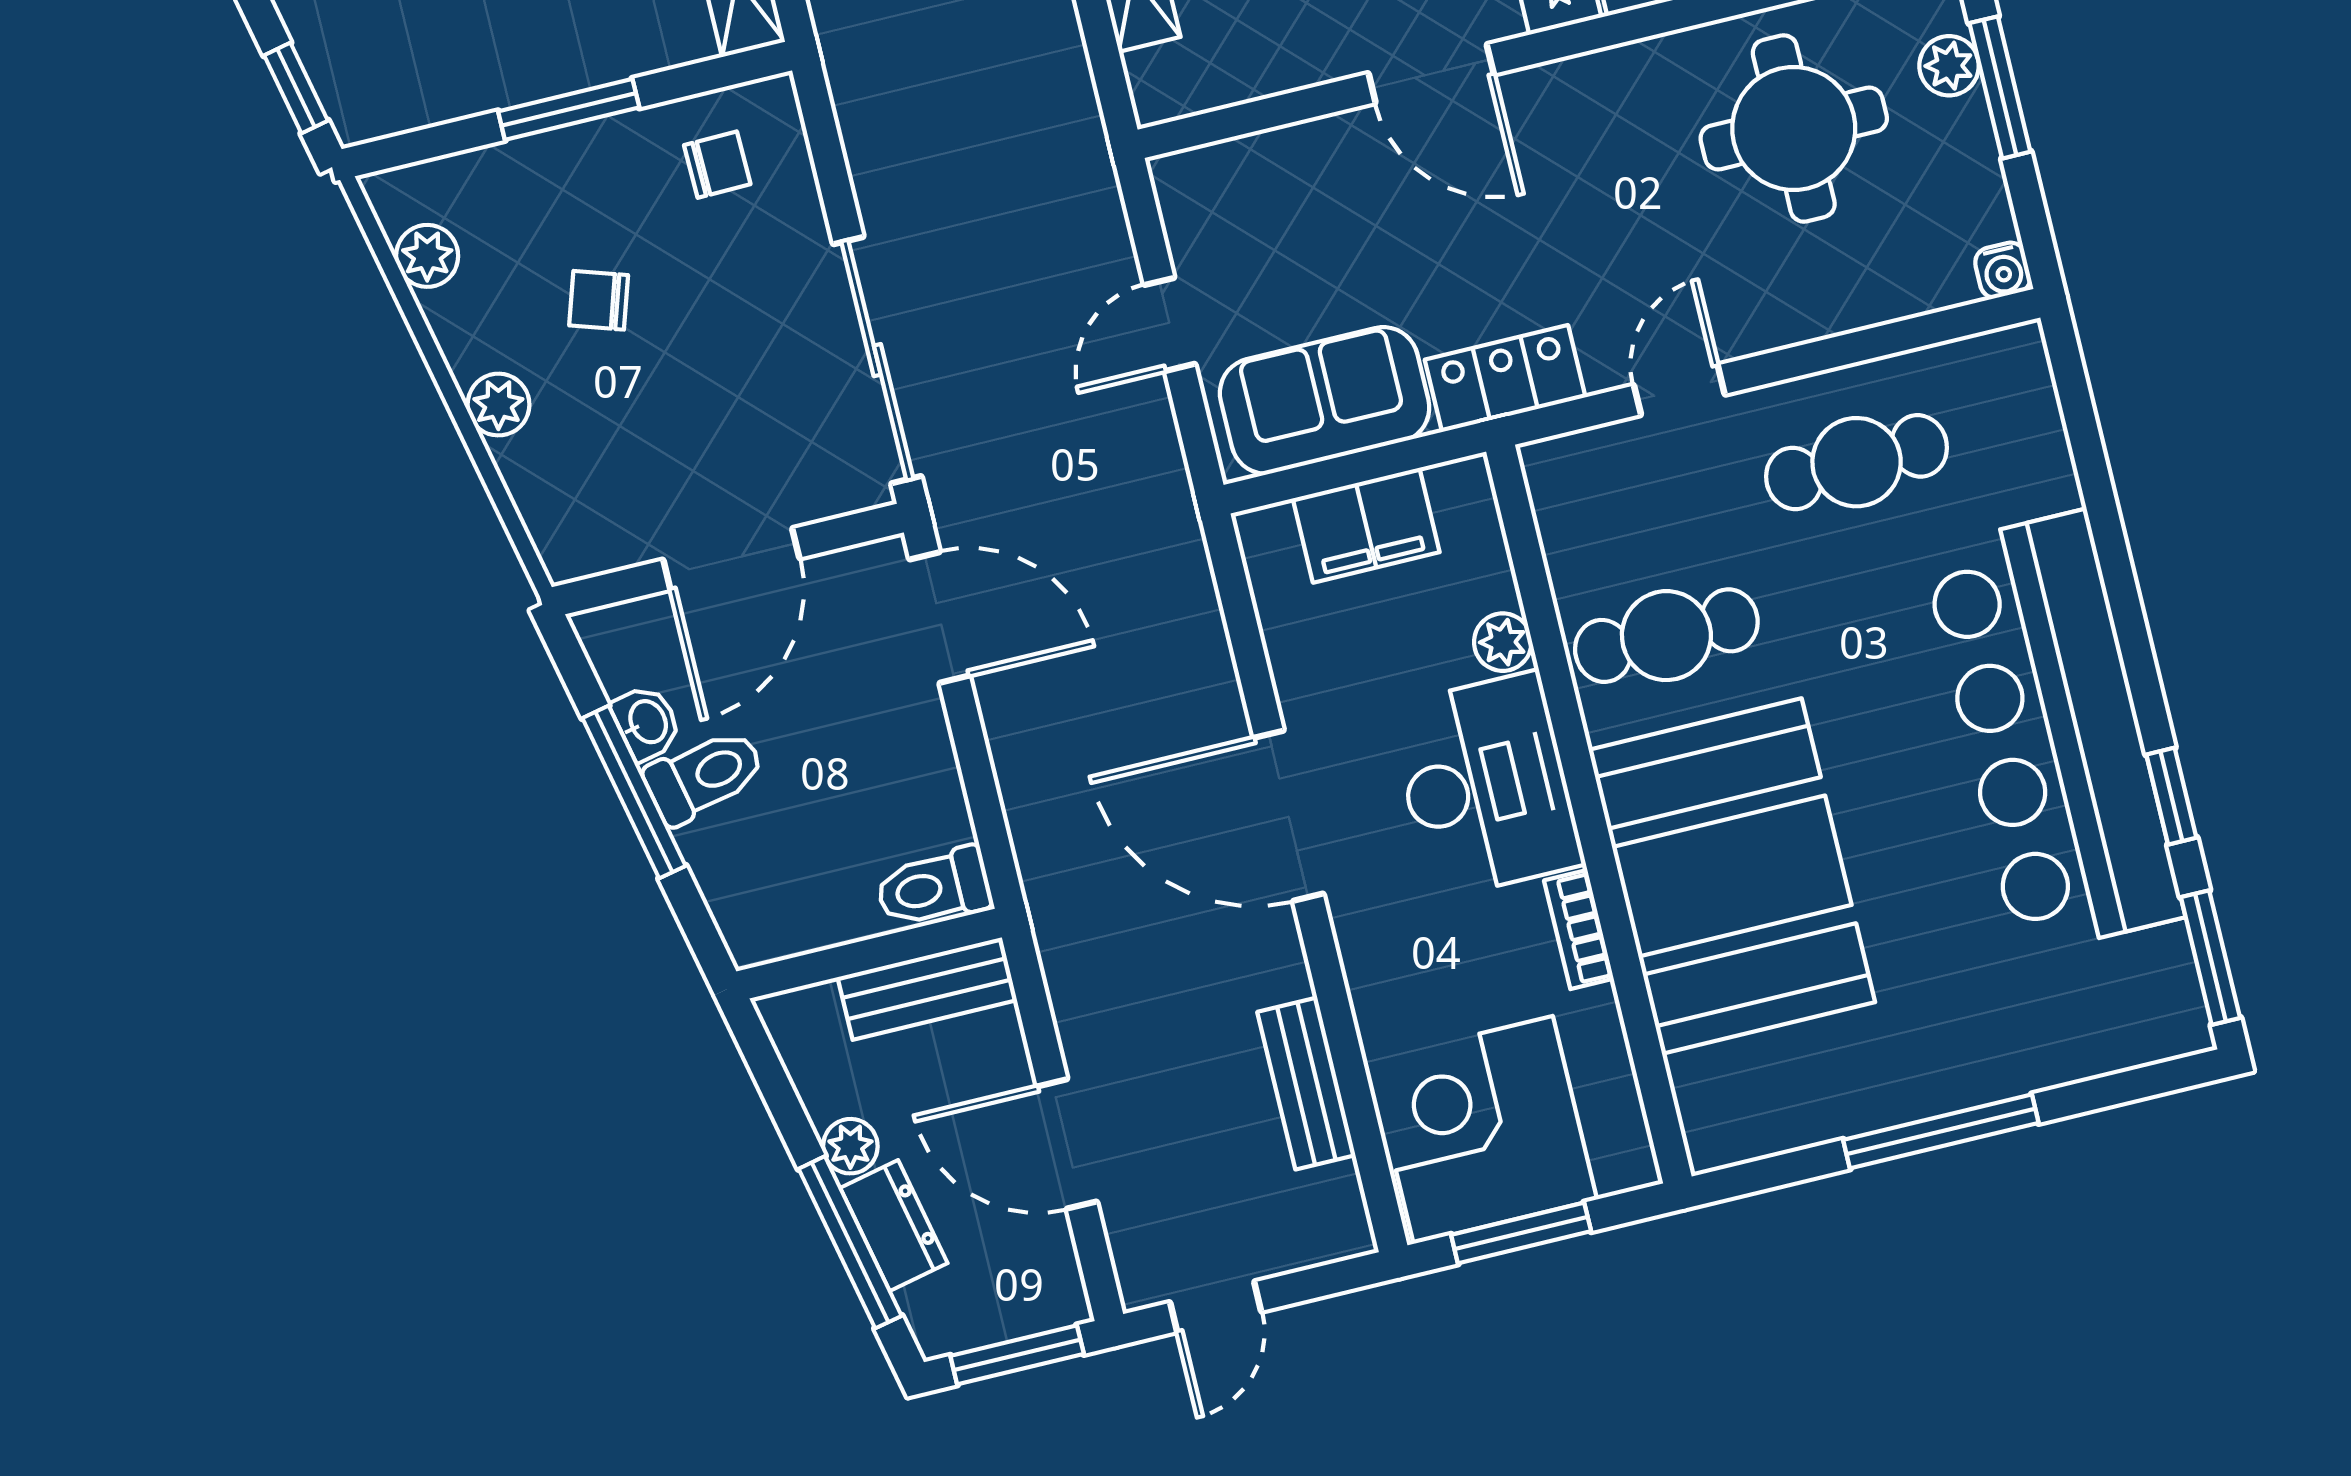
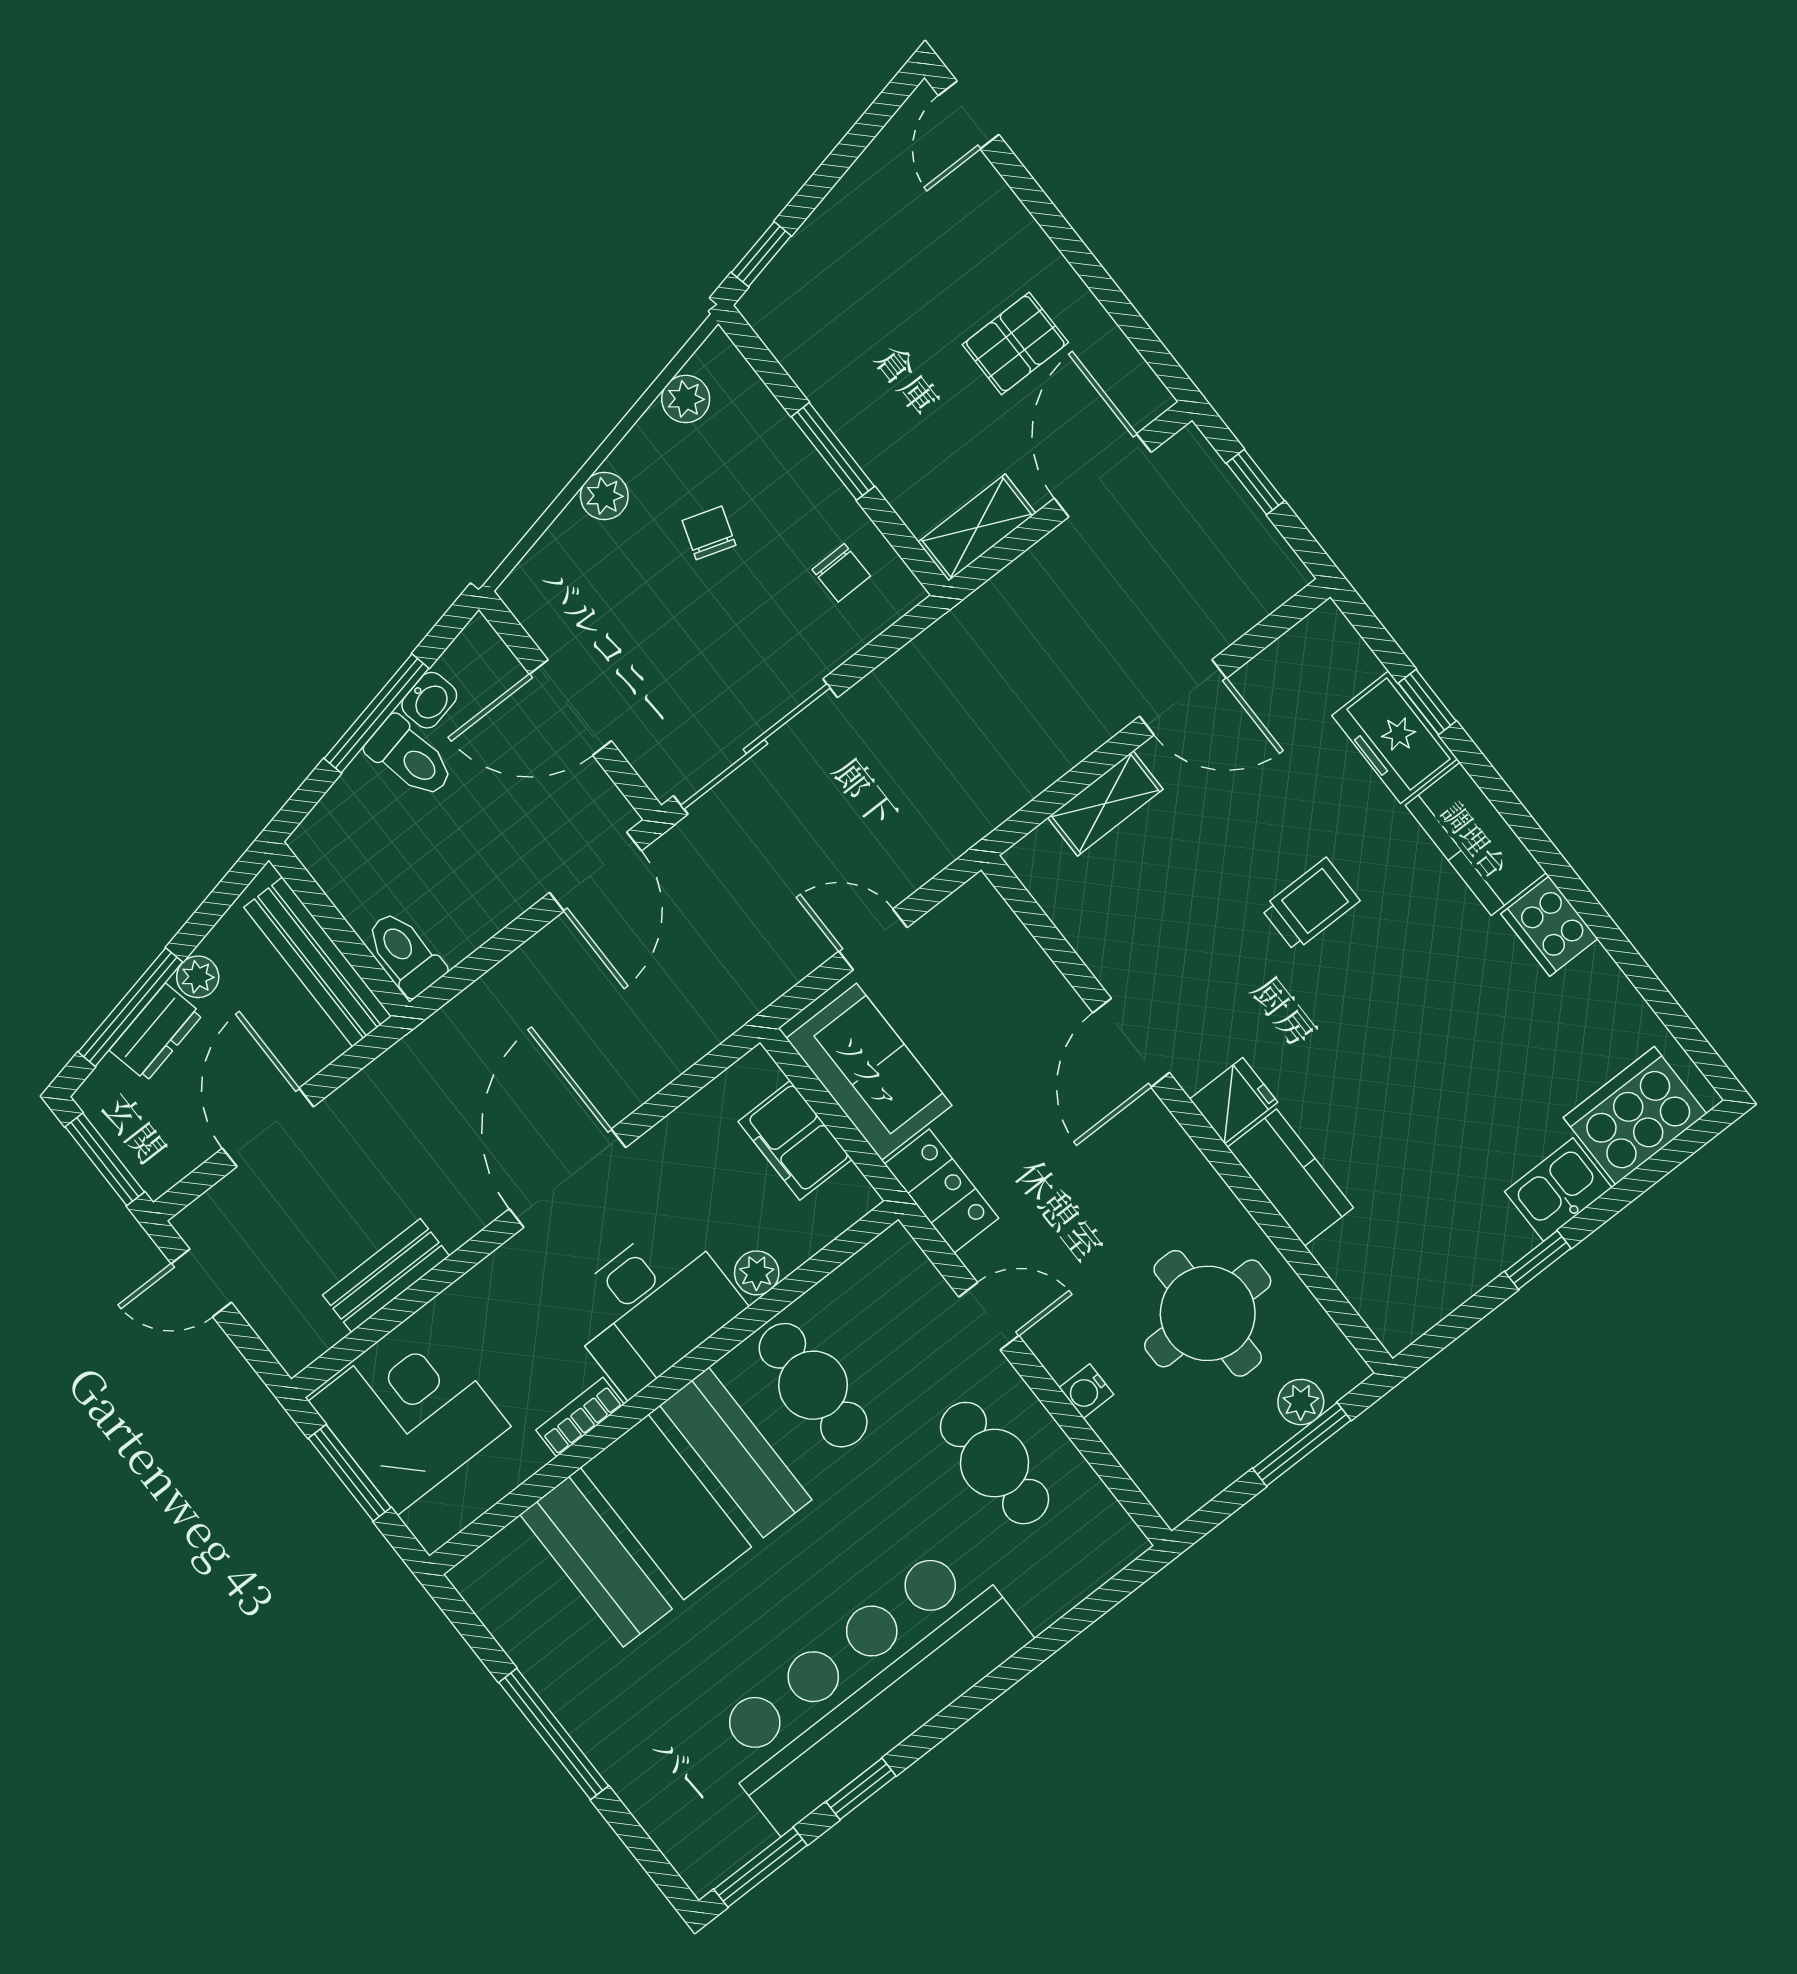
water cooler: (2003, 270) -> (1086, 1391), moved
bench: (927, 989) -> (318, 962), width x1.36

